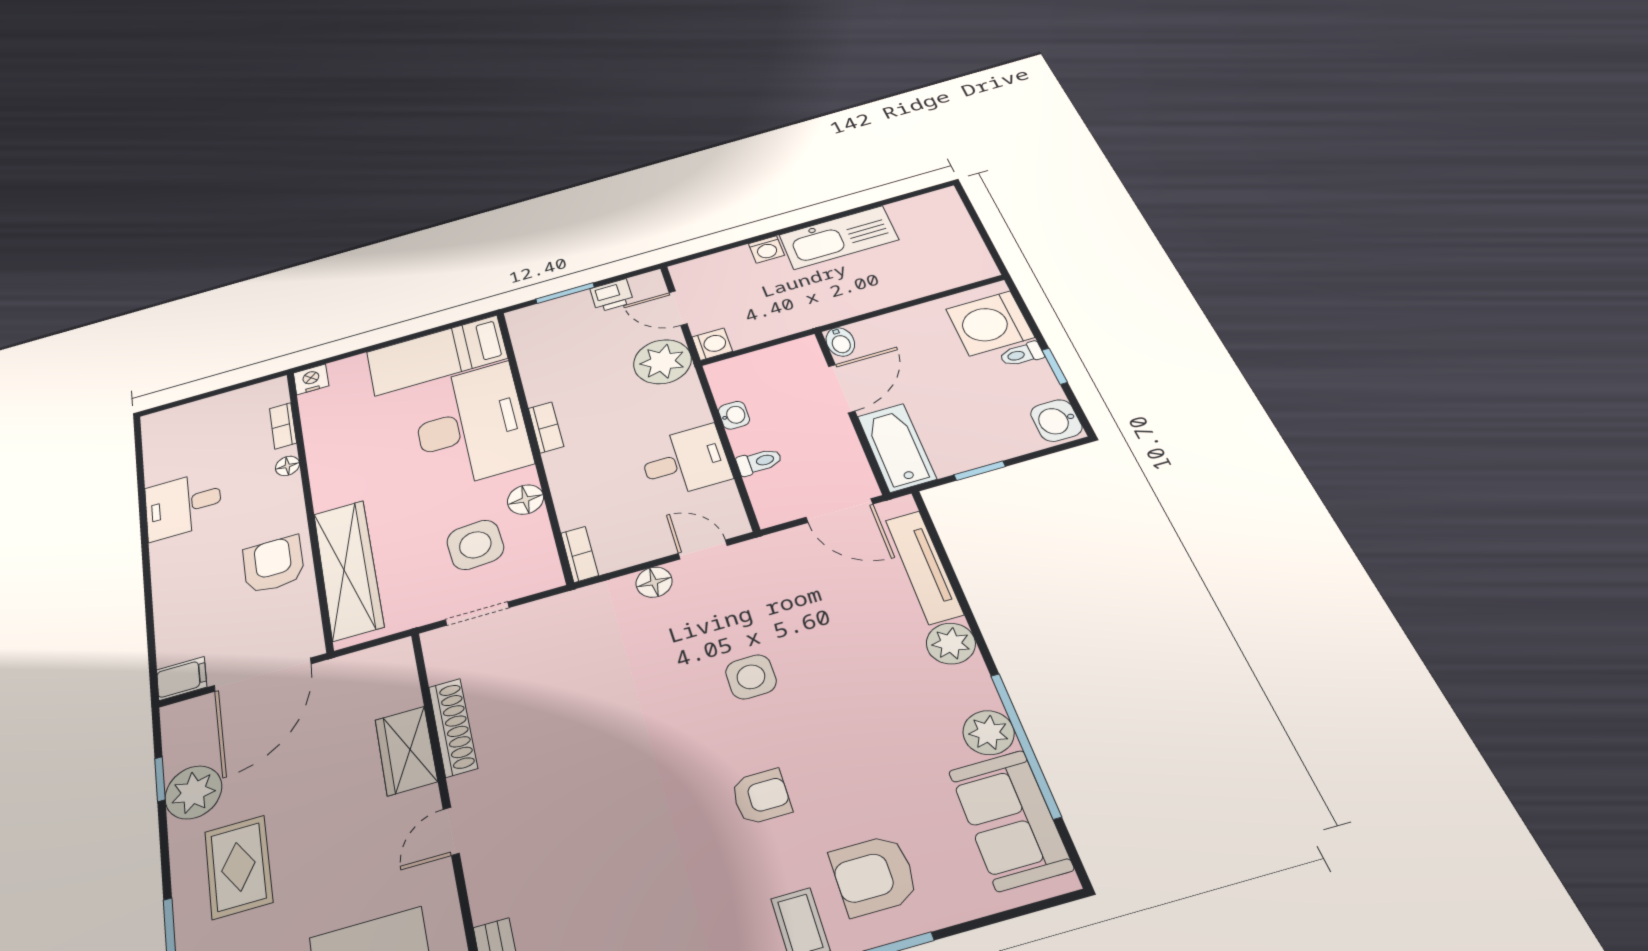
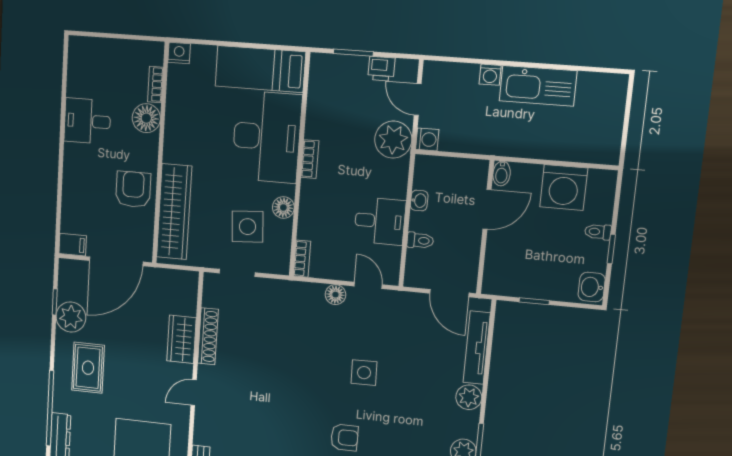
washing machine: (990, 323) -> (564, 188), moved, turned -90
bathtub: (897, 447) -> (498, 265), removed
floor lamp: (287, 466) -> (146, 118), width x1.89, depth x1.89

